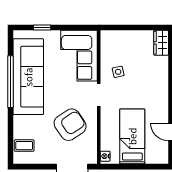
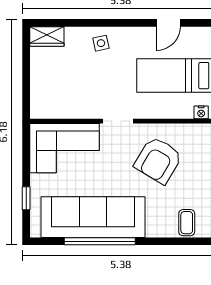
side table: (118, 72) -> (101, 43), moved
armchair: (70, 125) -> (158, 160), turned -115

